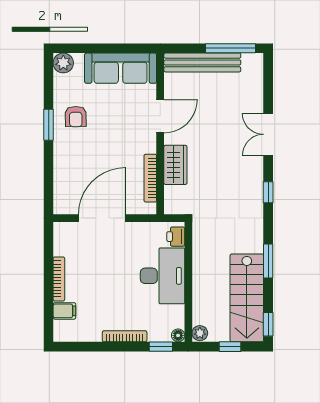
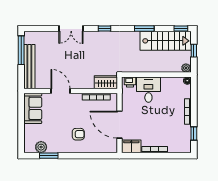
plant: (63, 63) -> (41, 147), moved
sofa: (121, 68) -> (33, 108), width x0.73
armchair: (76, 117) -> (78, 134), moved
window: (49, 125) -> (49, 156), moved
wardrobe: (175, 165) -> (106, 82), moved
desk: (163, 276) -> (148, 90), width x0.73
filing cabinet: (64, 311) -> (131, 146), moved, width x2.00
window: (161, 347) -> (194, 133), moved

